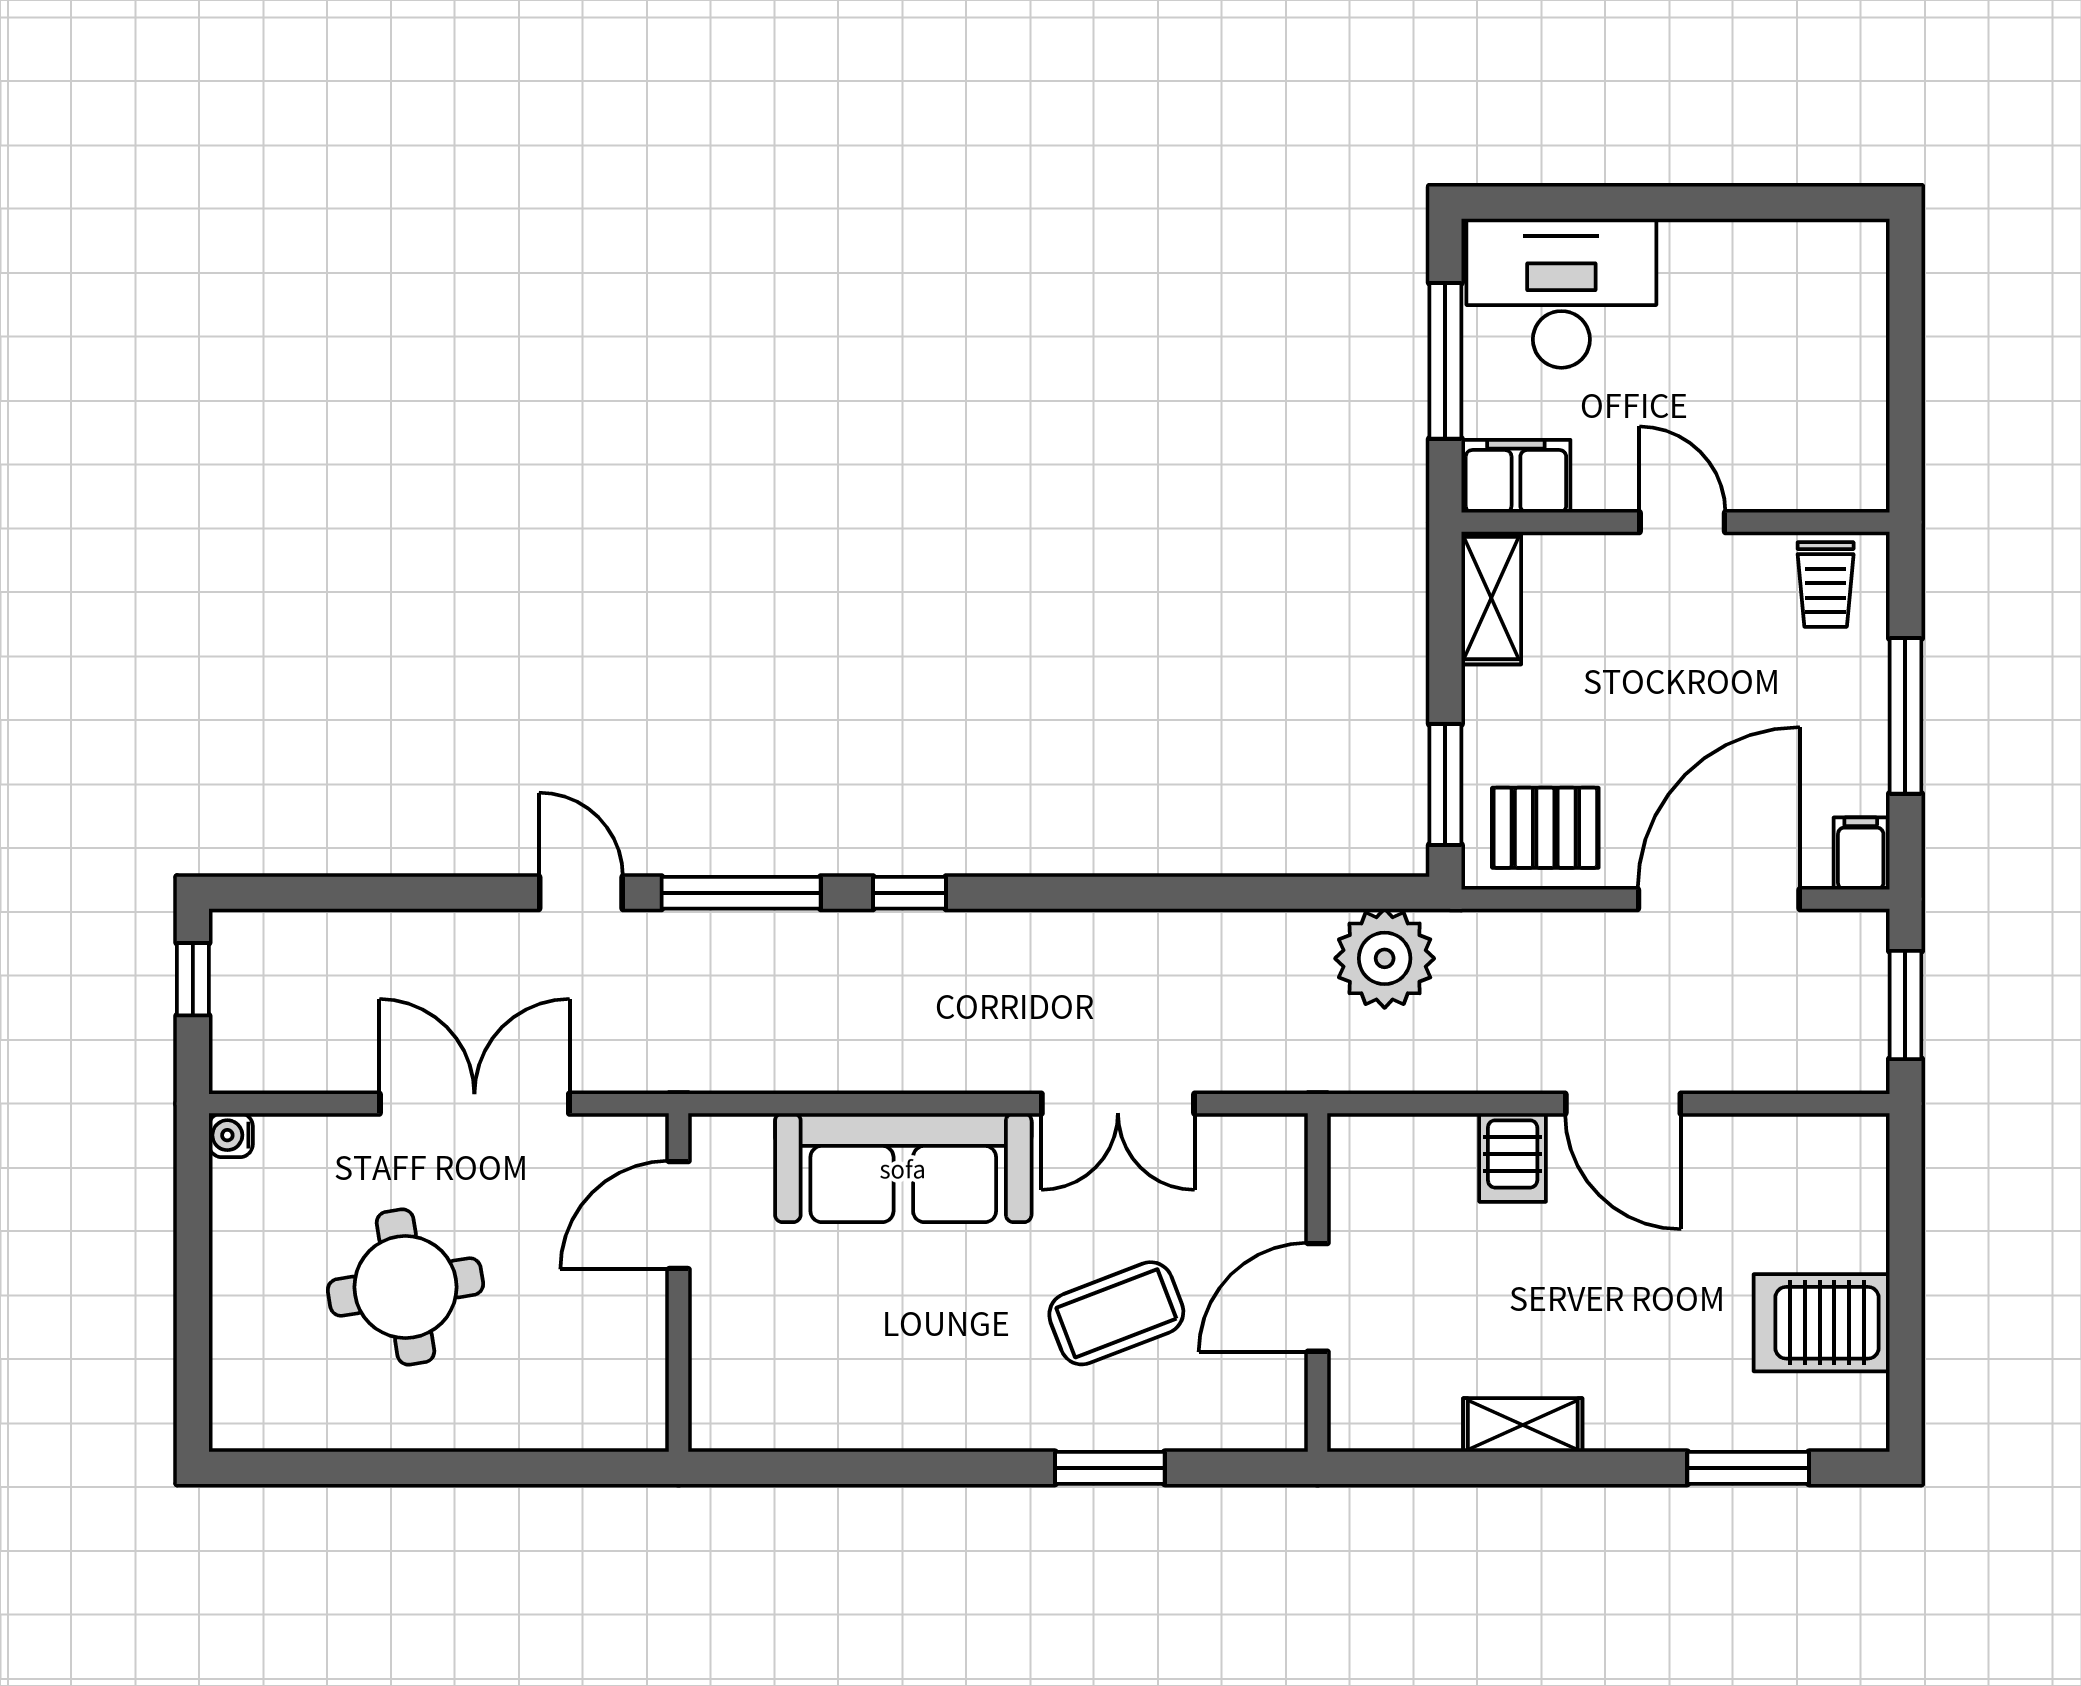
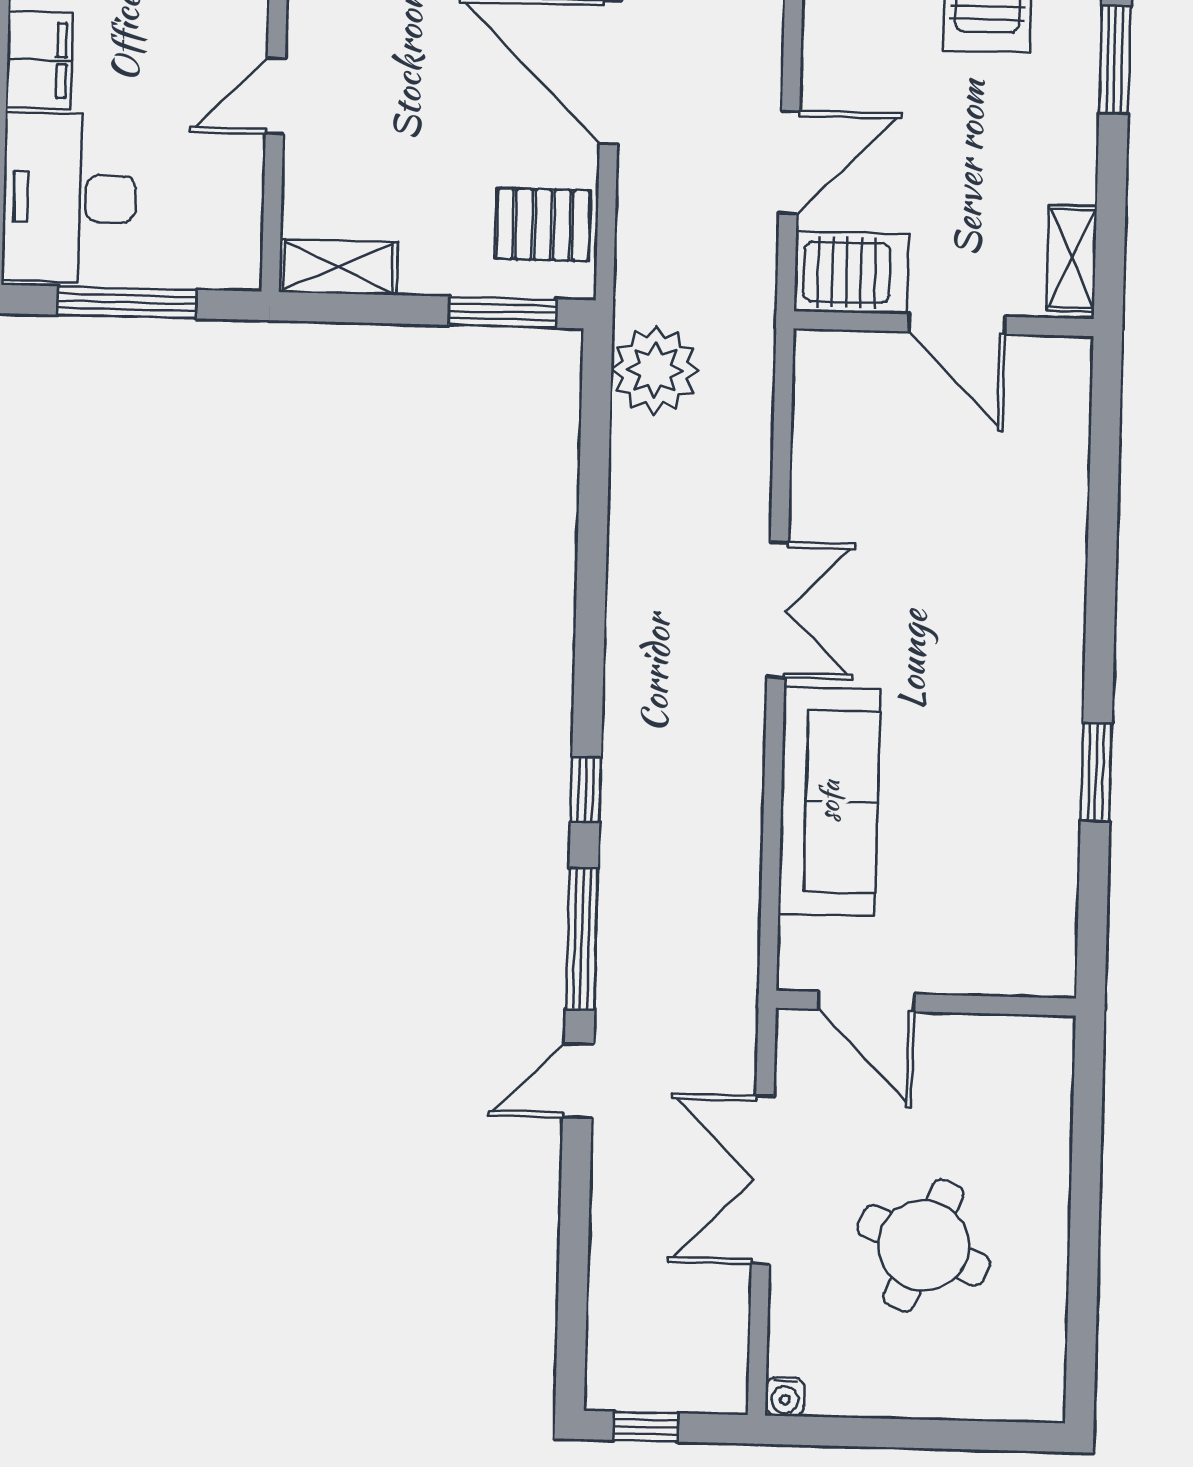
filing cabinet: (1516, 476) -> (39, 60), moved, turned 180
pallet: (1545, 828) -> (543, 225), turned 90
server rack: (1513, 1157) -> (851, 272), width x1.36, depth x1.44
wall: (1318, 1283) -> (944, 324), moved
round table: (405, 1287) -> (924, 1245), turned 32
door: (1318, 1297) -> (957, 324), moved
coffee table: (1116, 1313) -> (963, 616), removed
window: (1110, 1468) -> (1096, 772), moved

